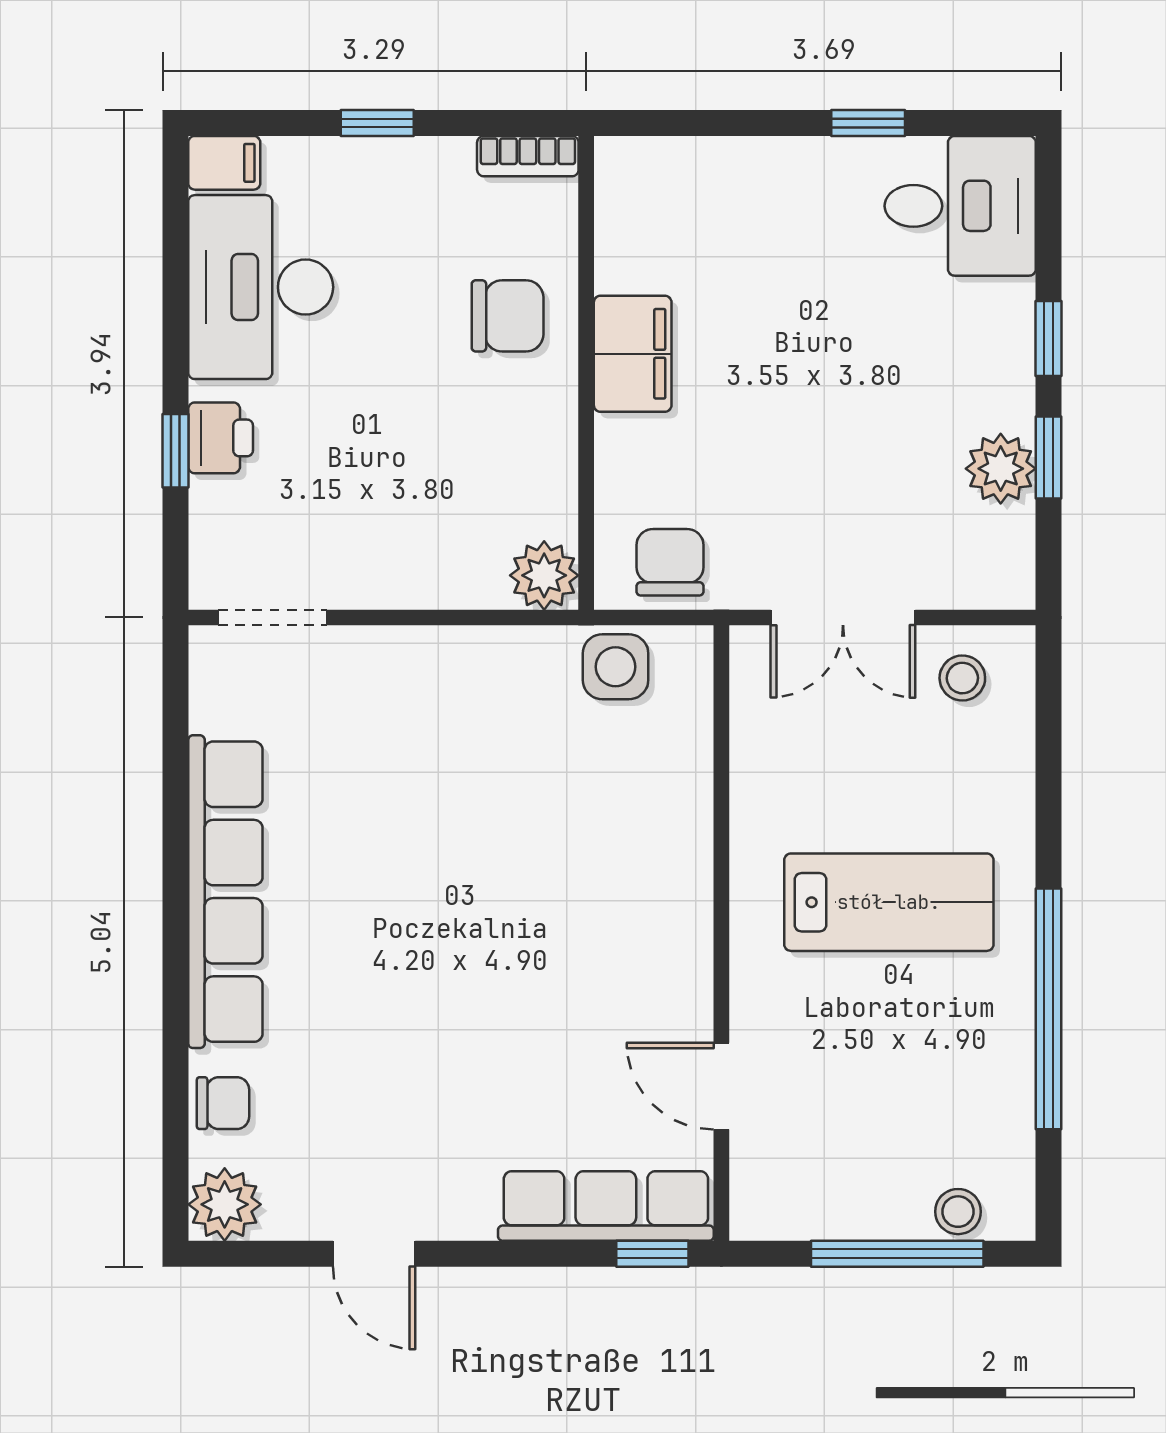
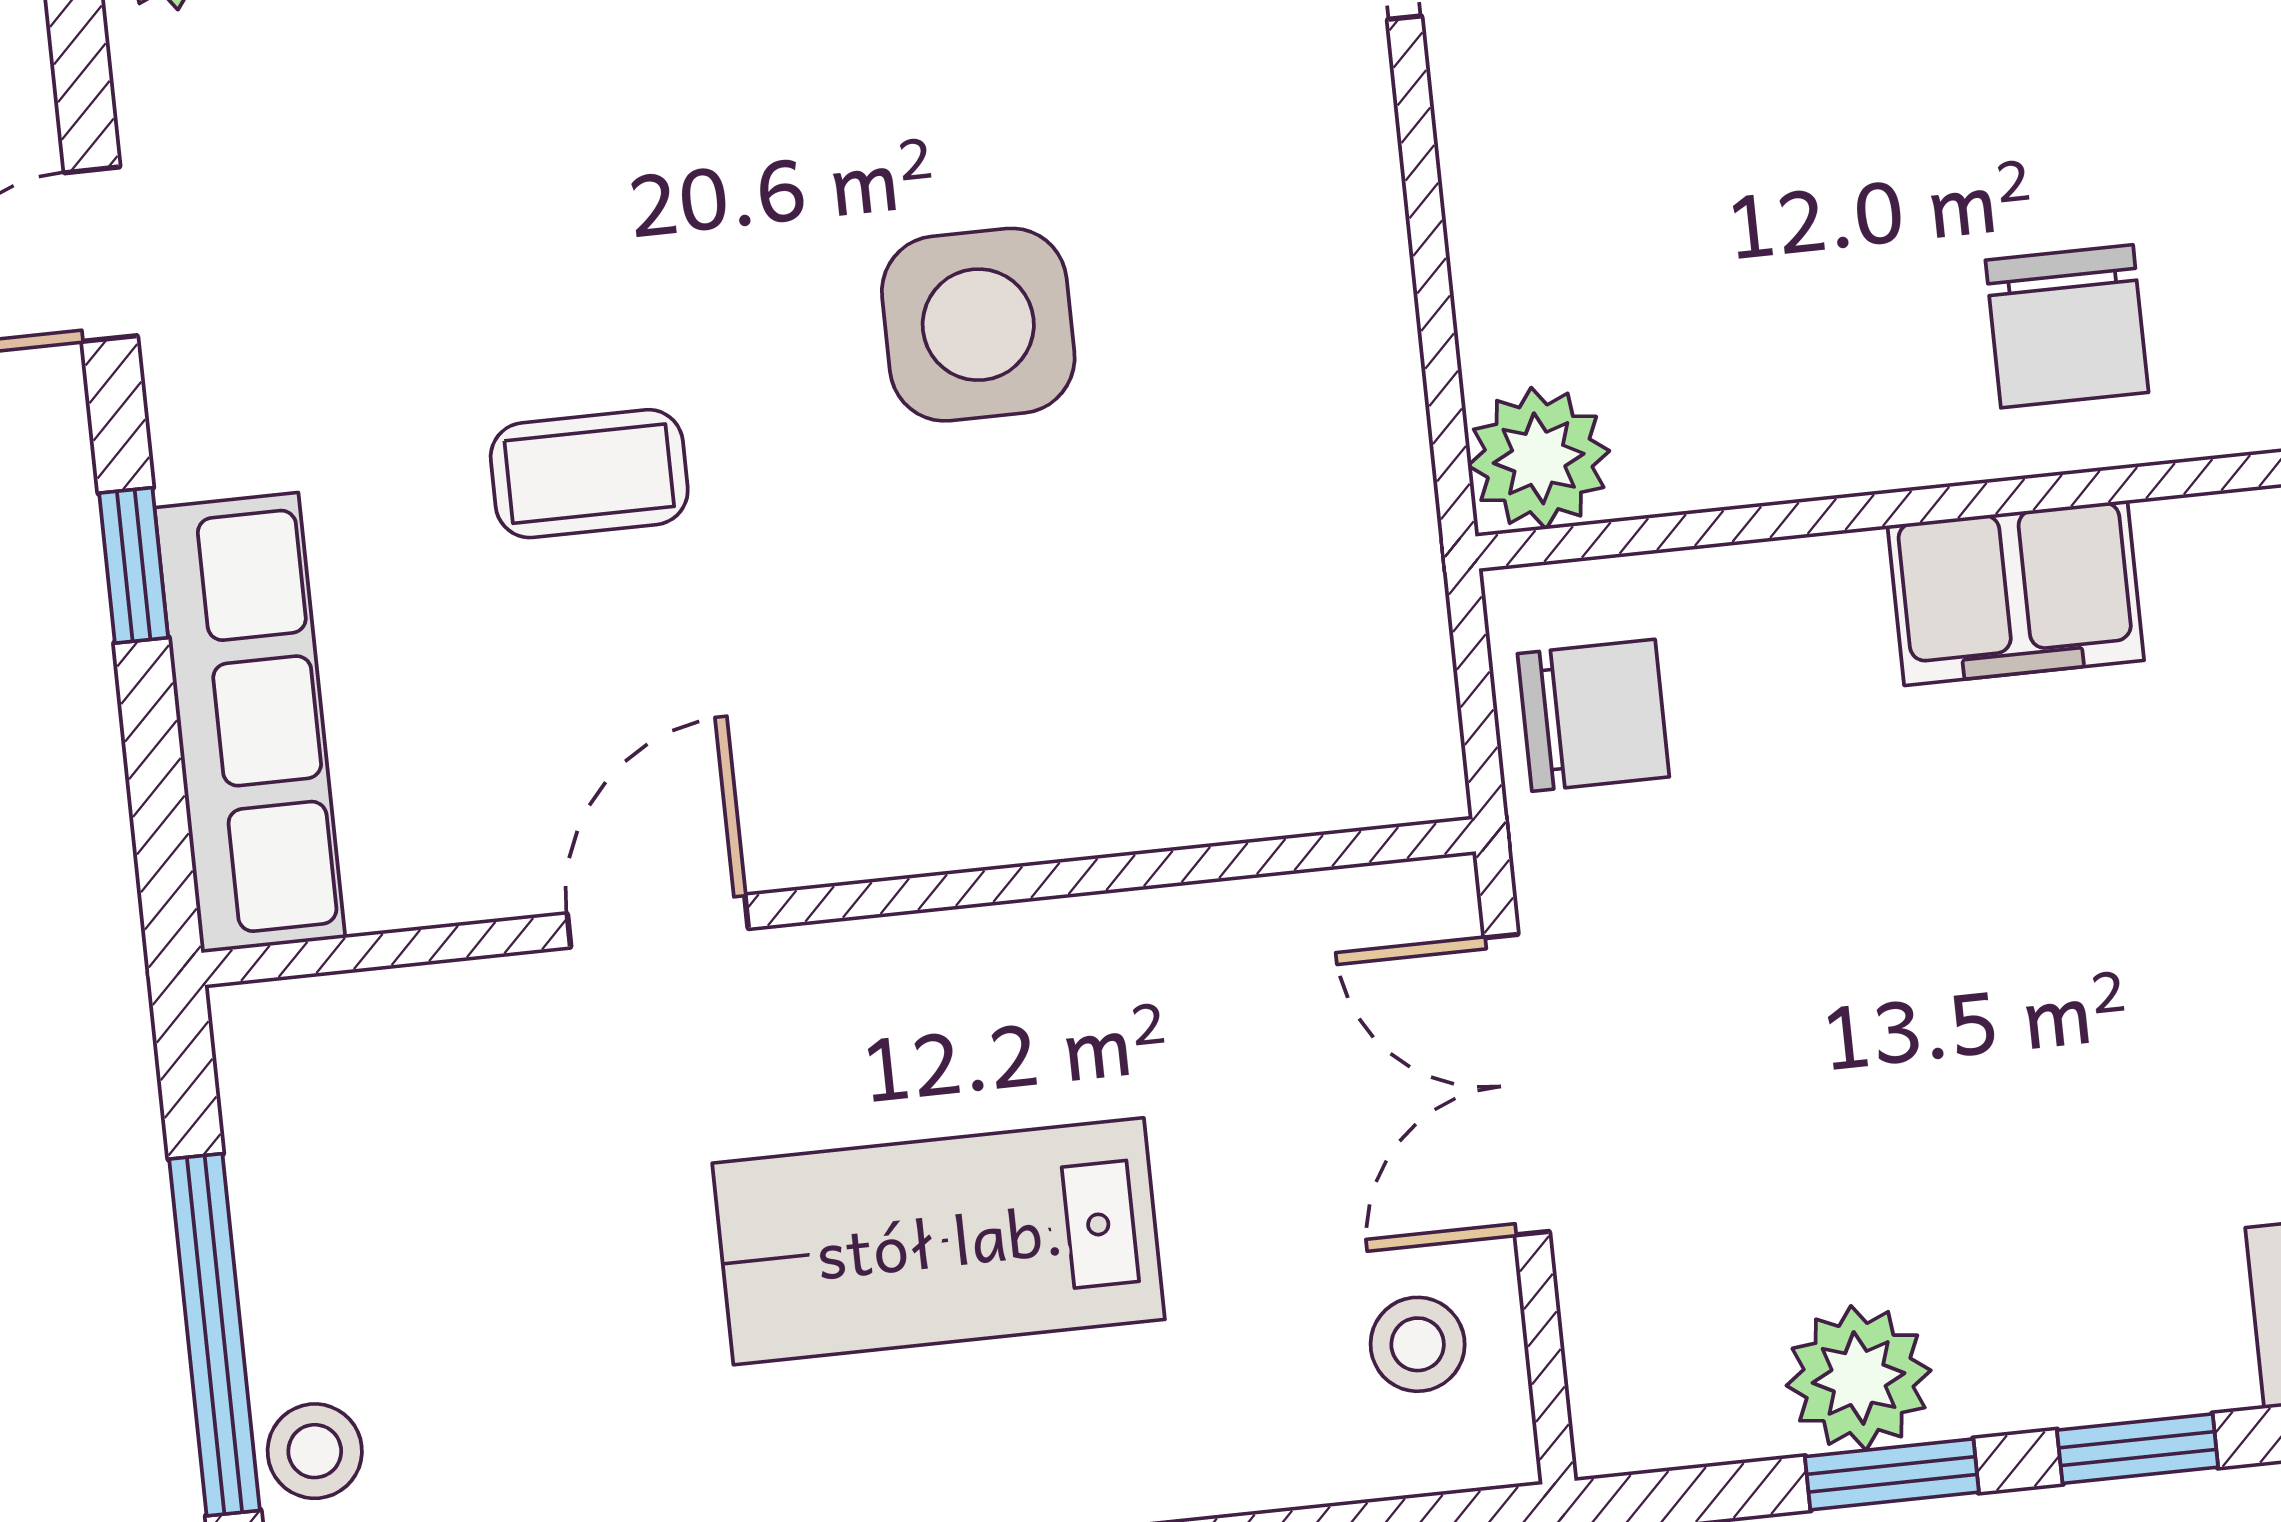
side table: (616, 667) -> (978, 325), moved, width x1.37, depth x1.37
lab bench: (889, 902) -> (939, 1241), turned 90
coffee table: (504, 1031) -> (589, 474), added
door: (721, 1086) -> (658, 921), moved
window: (652, 1254) -> (134, 565), moved

